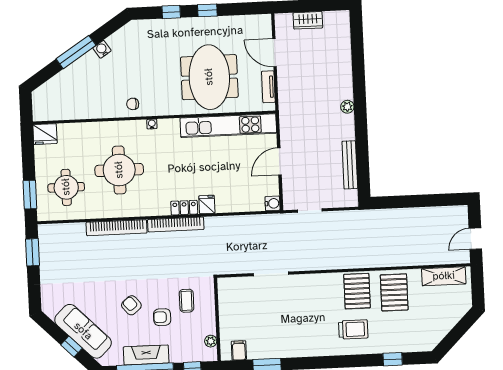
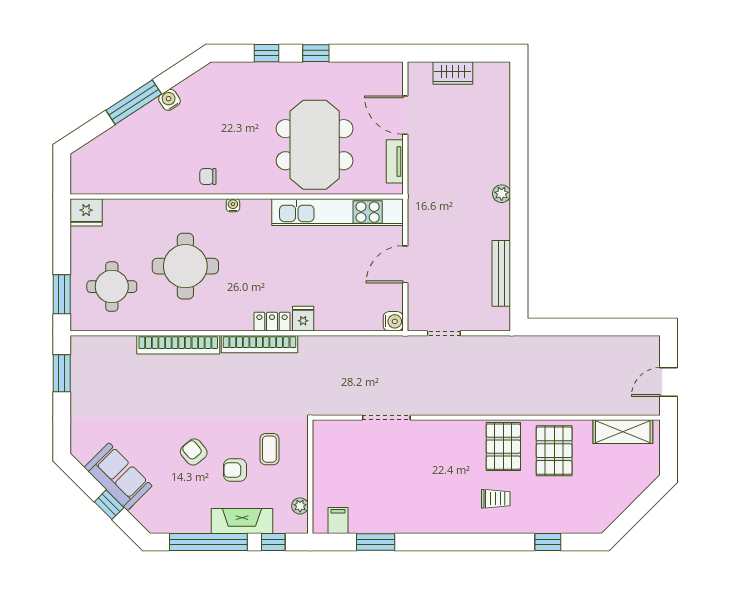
trolley: (353, 329) -> (496, 499), width x0.73, depth x0.72
sofa: (83, 331) -> (118, 477), width x0.73
fireplace: (146, 355) -> (242, 521), moved

